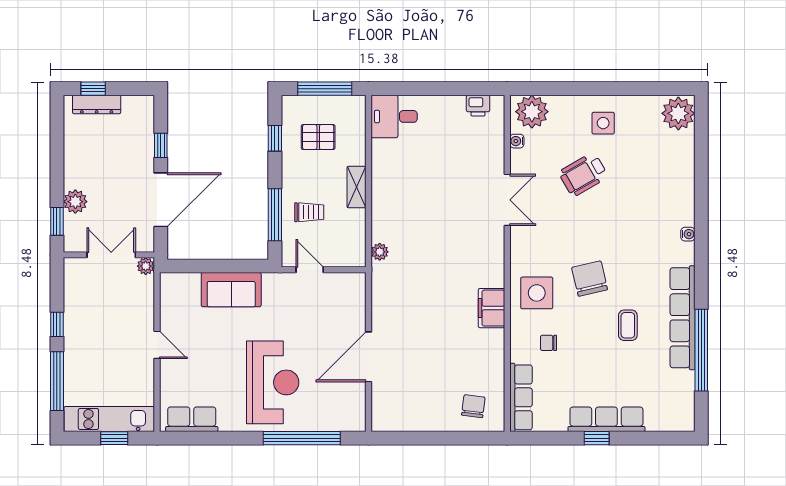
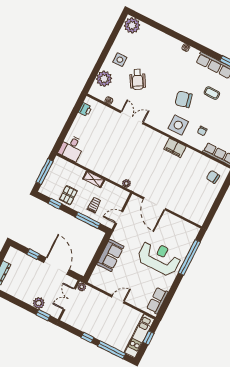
plant: (532, 112) -> (104, 79), moved
pallet: (318, 137) -> (68, 195), moved
door: (368, 357) -> (154, 204), moved

